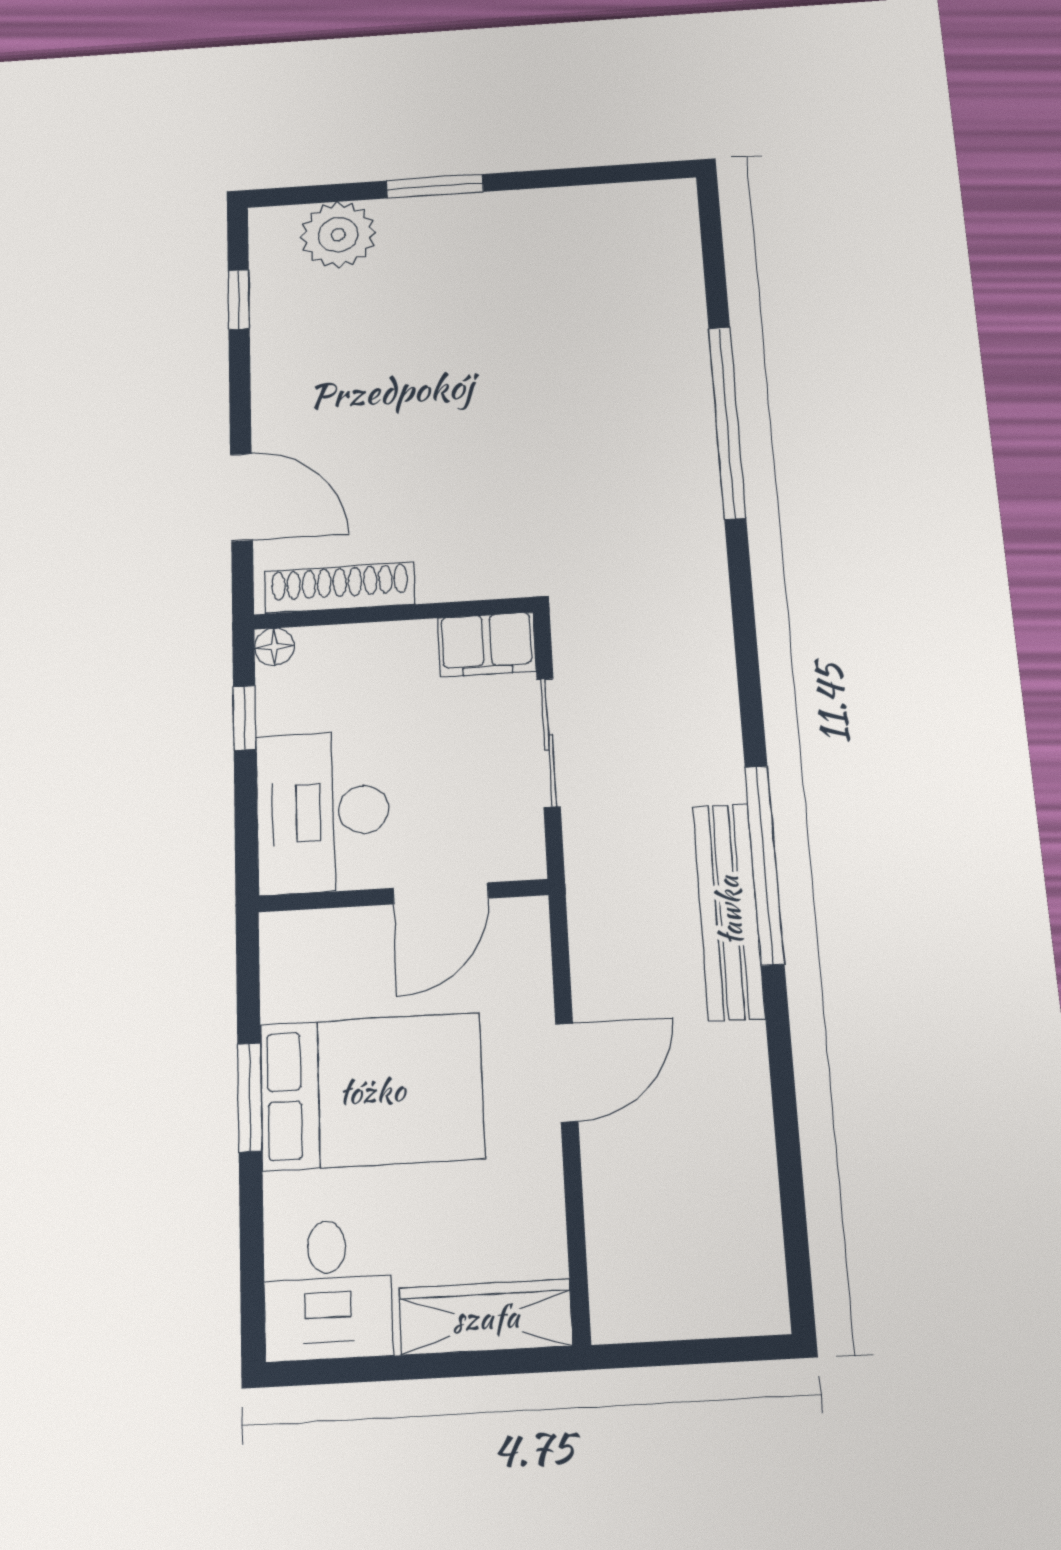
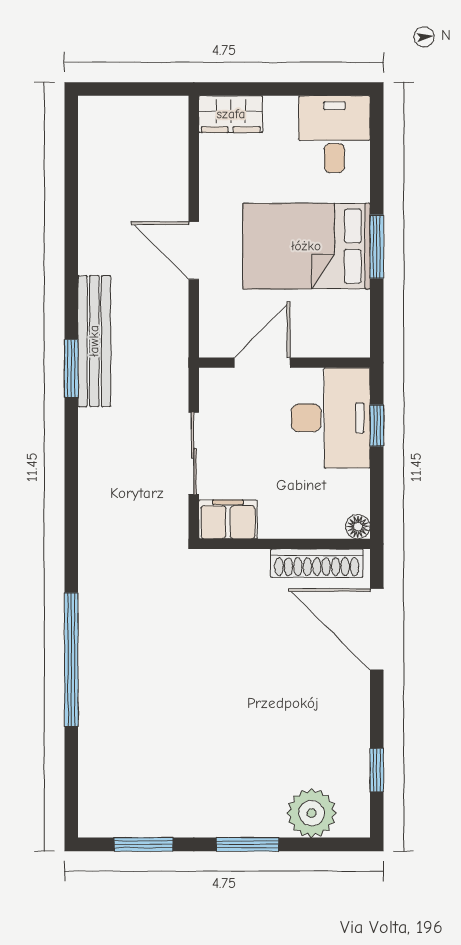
window: (594, 175) -> (144, 844), added
door: (241, 497) -> (377, 629), width x1.36
window: (244, 718) -> (377, 426), moved
window: (764, 865) -> (71, 368), width x0.47
door: (567, 1073) -> (194, 251), hinge flipped
wardrobe: (486, 1317) -> (231, 114), width x0.67

